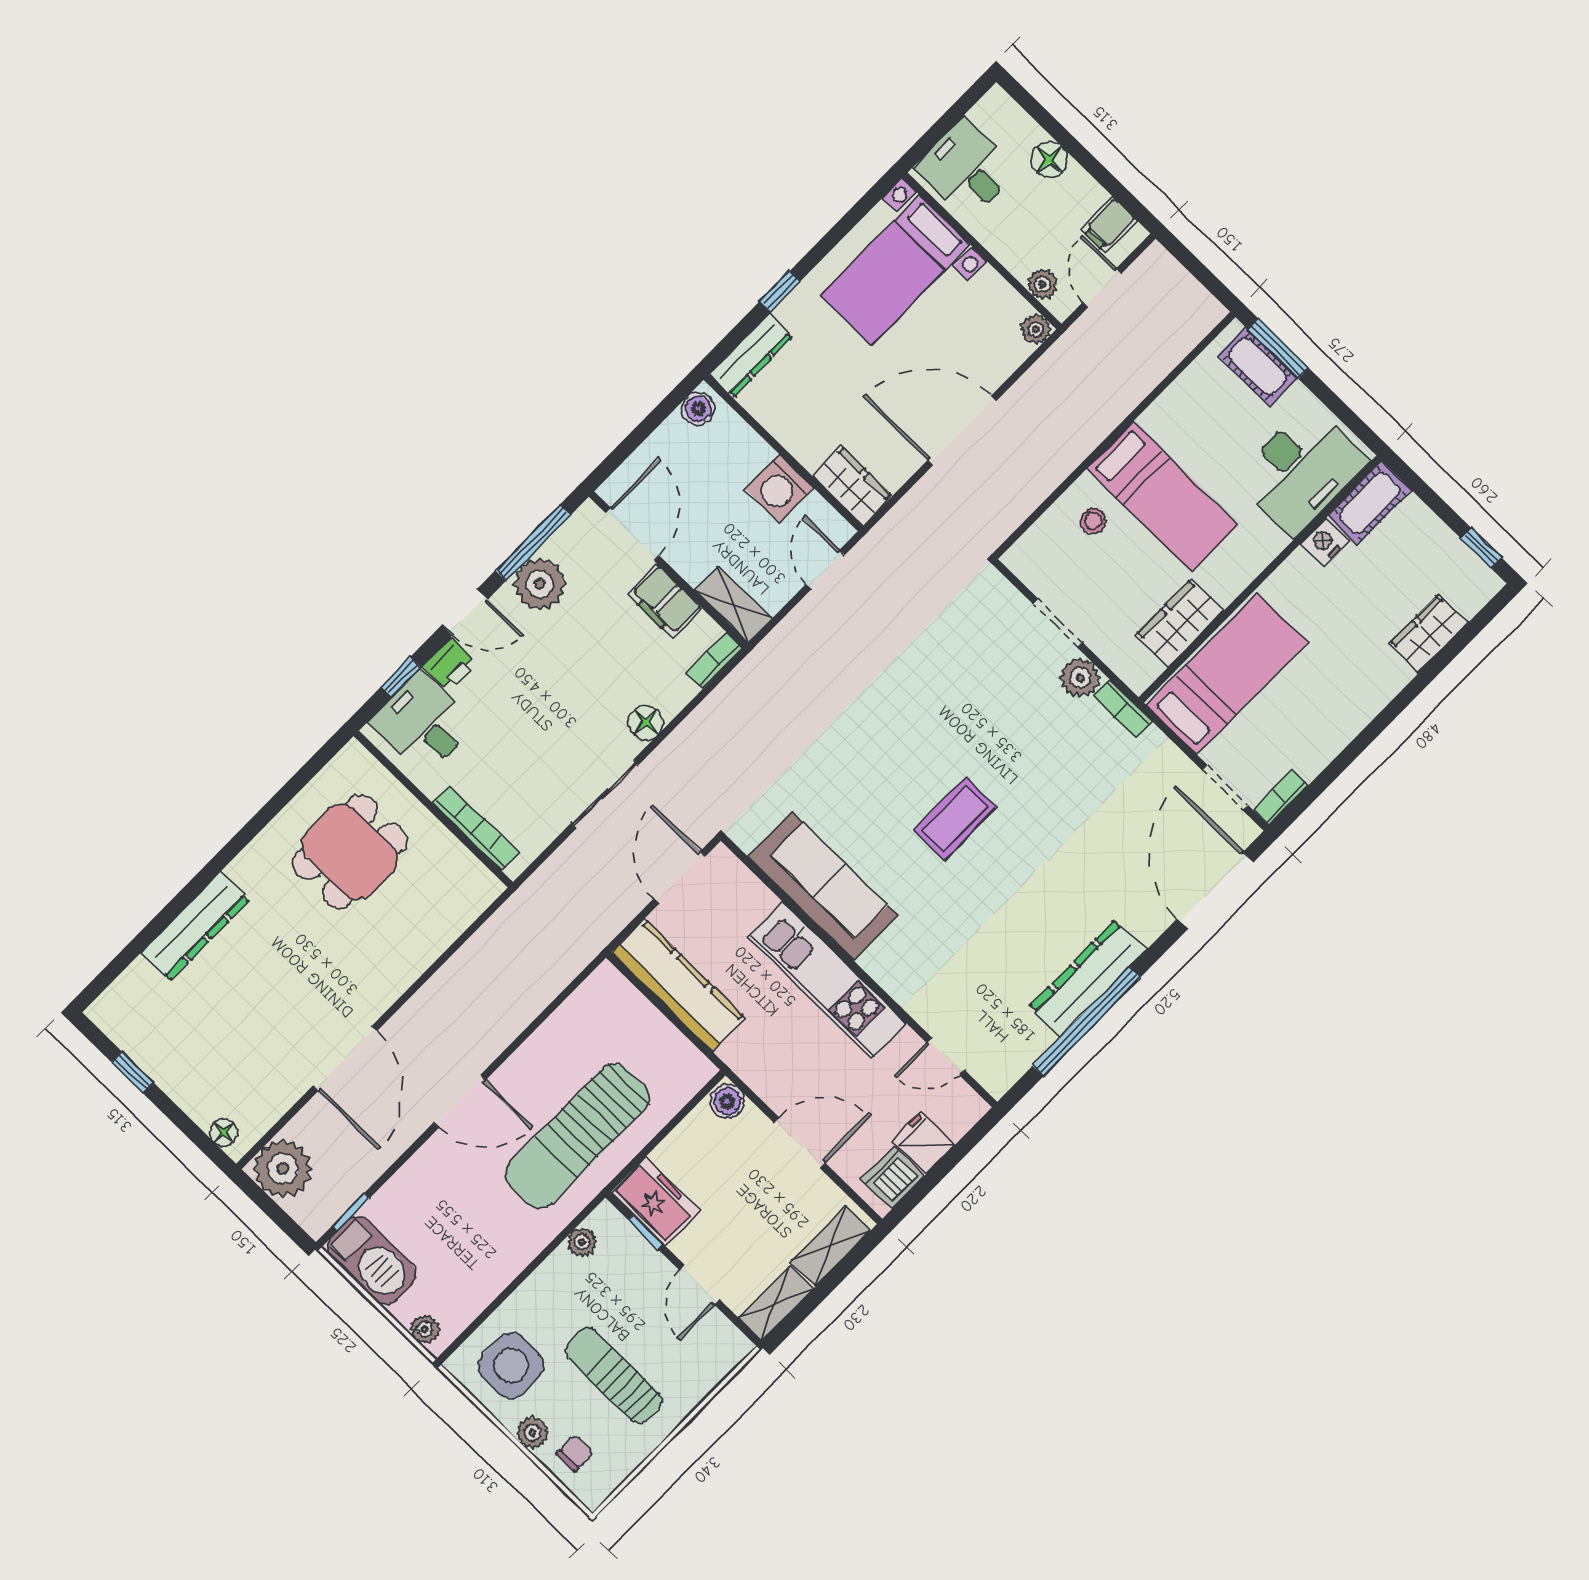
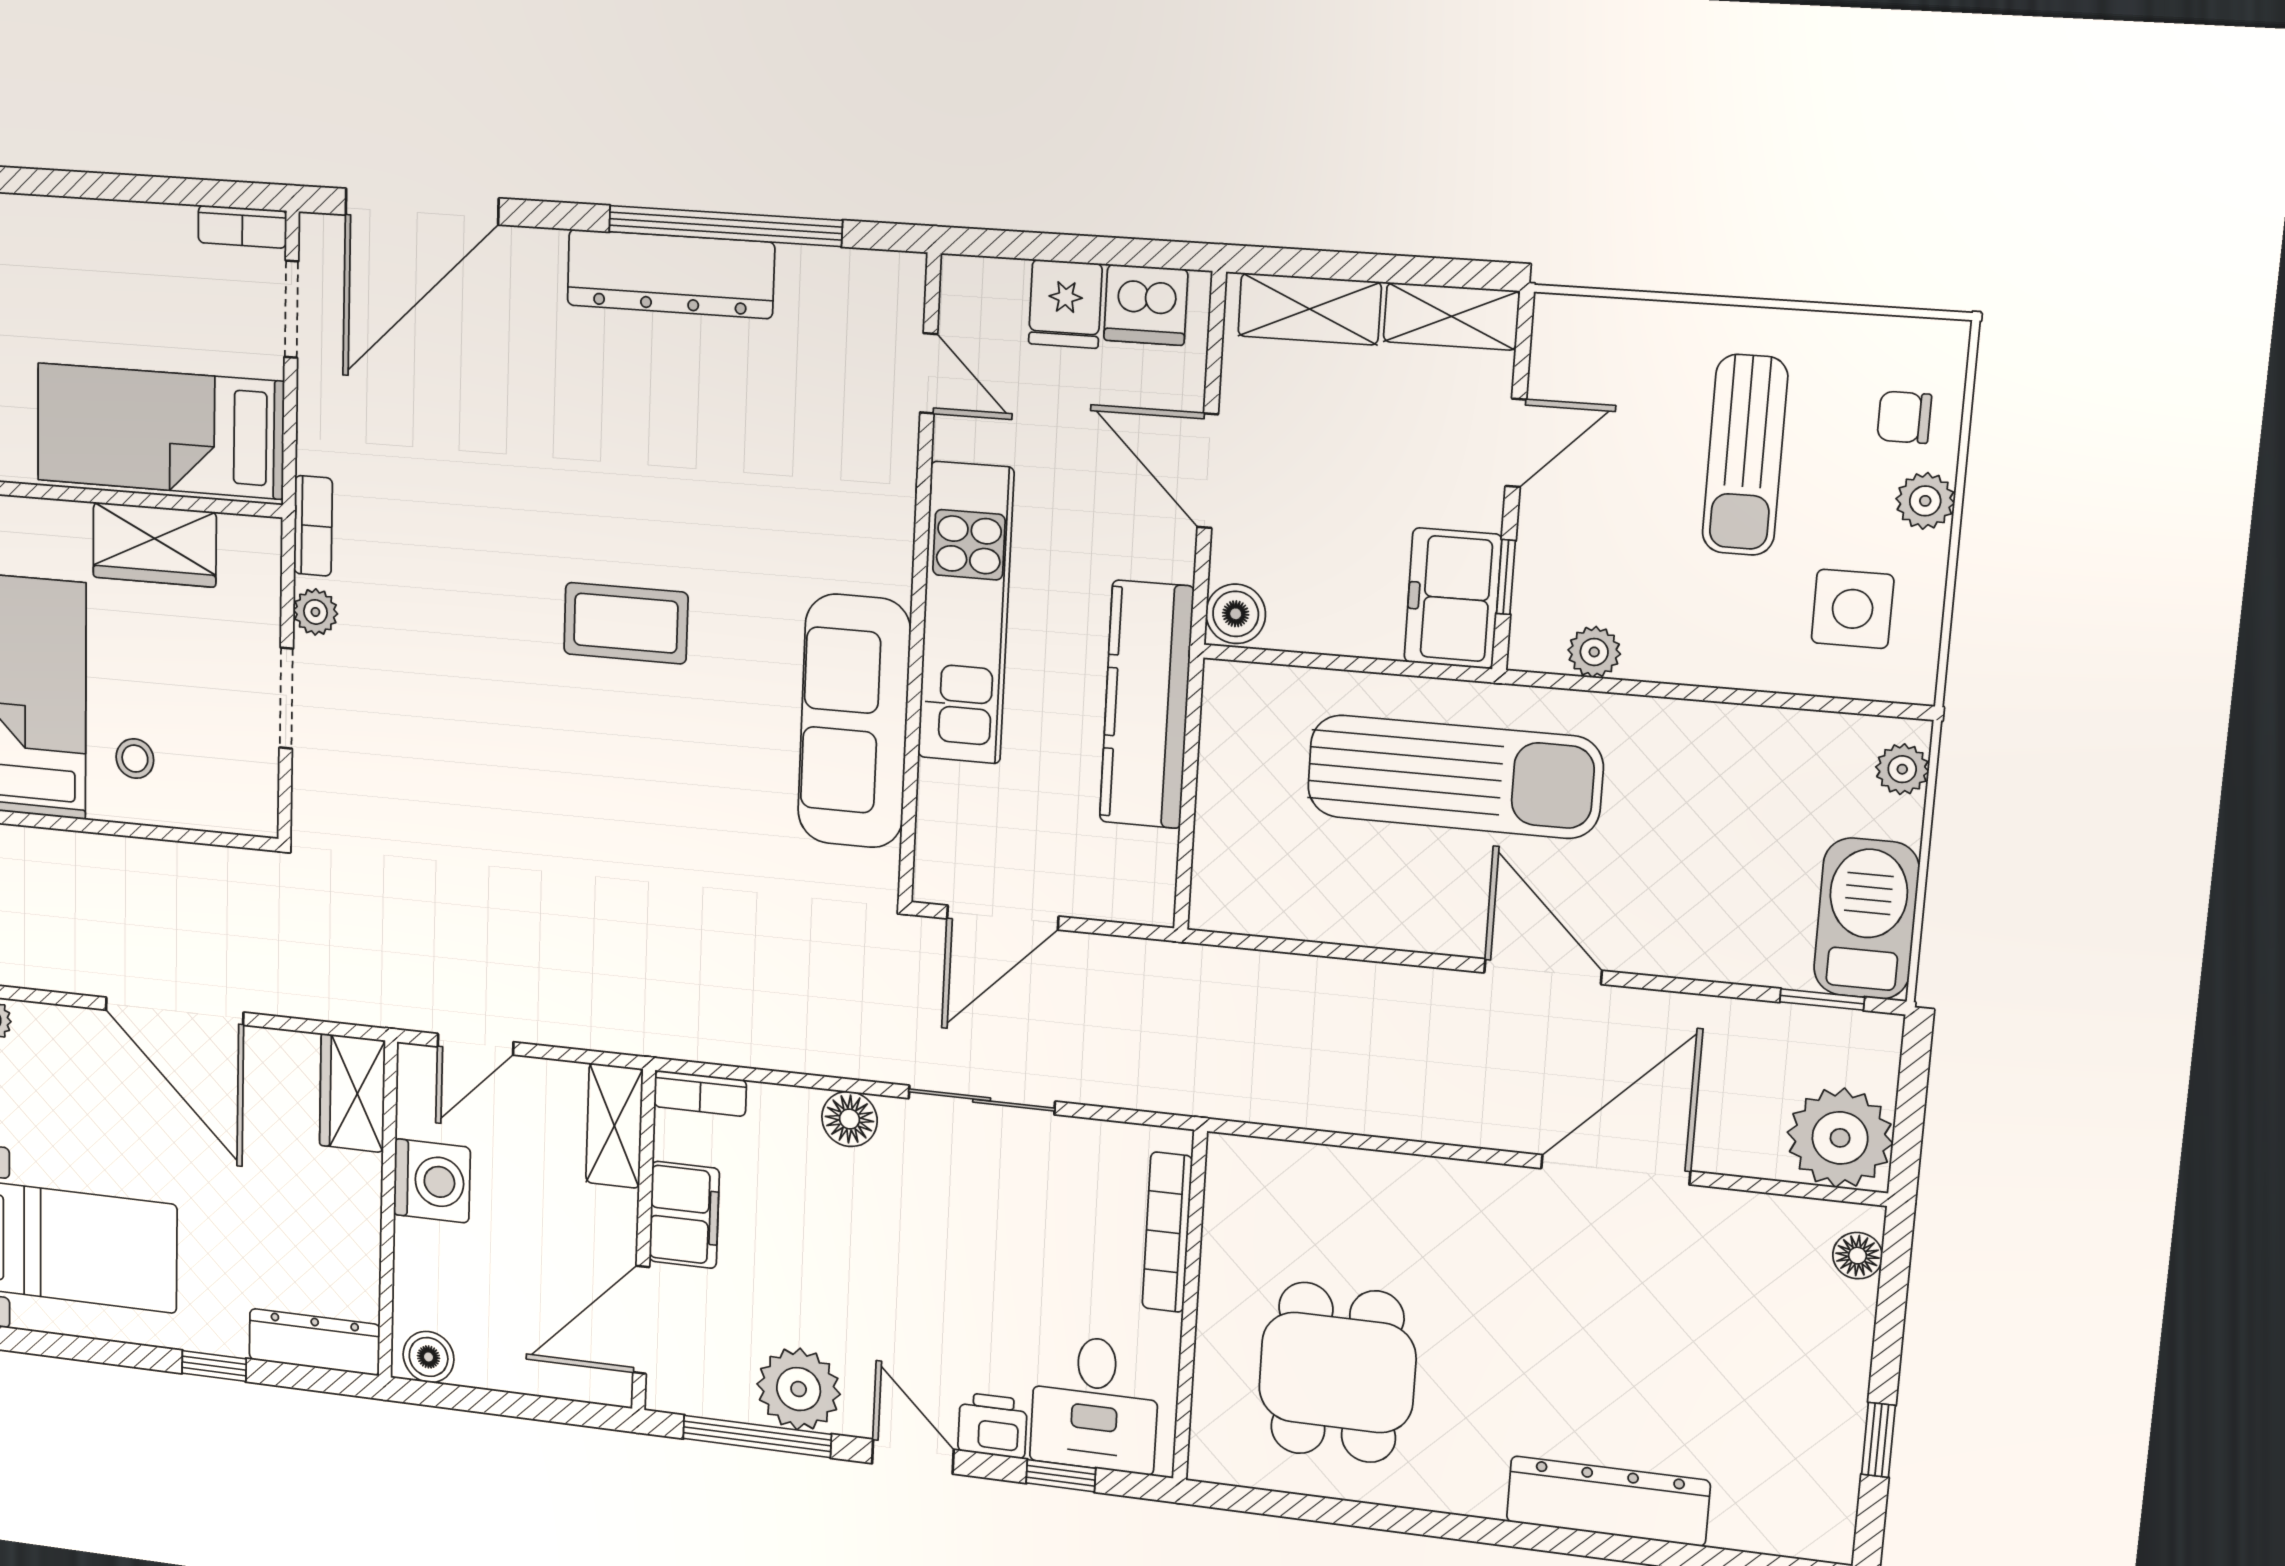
plant: (1080, 678) -> (315, 612), width x0.73, depth x0.73
dining table: (350, 852) -> (1337, 1372), turned 90
kitchen counter: (678, 985) -> (1147, 705), moved
side table: (511, 1366) -> (1853, 609), width x0.73, depth x0.73

